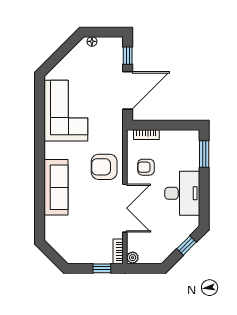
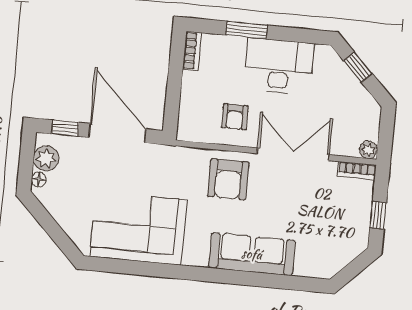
plant: (106, 45) -> (46, 158), added
bookcase: (146, 135) -> (192, 51), moved
window: (204, 154) -> (247, 30), moved
window: (102, 268) -> (378, 215), moved

